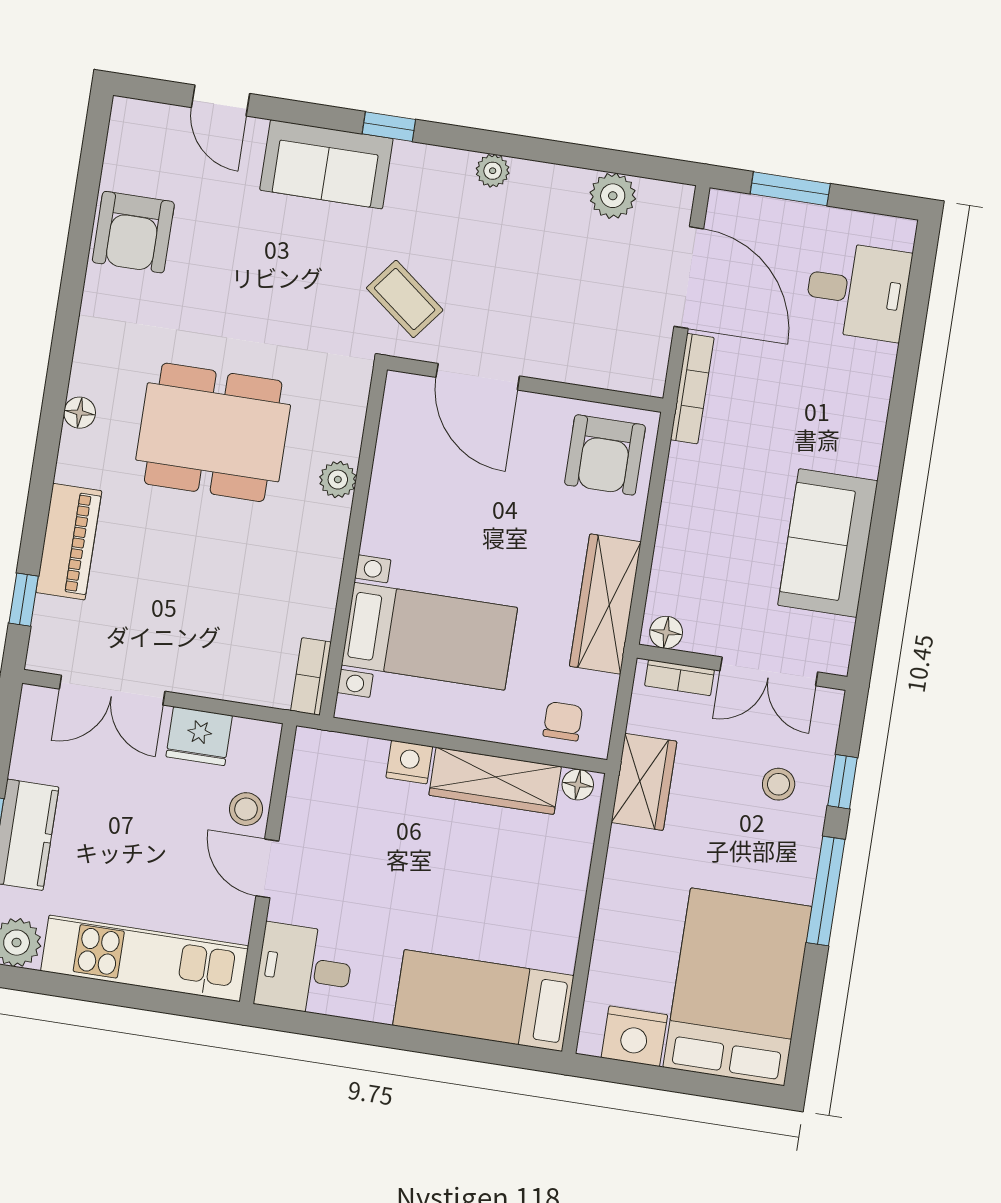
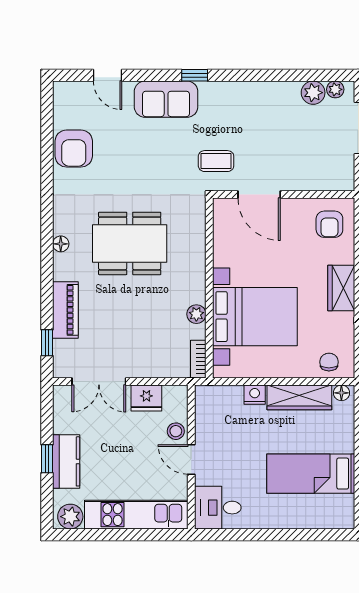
plant: (493, 171) -> (335, 89), moved
coffee table: (405, 299) -> (216, 161), turned -38
armchair: (605, 455) -> (329, 224), width x0.72, depth x0.72
plant: (338, 480) -> (196, 314), moved
wardrobe: (605, 604) -> (341, 288), width x0.67
bed with nightstands: (429, 636) -> (255, 317), width x1.36
bed: (483, 1001) -> (311, 474), moved

